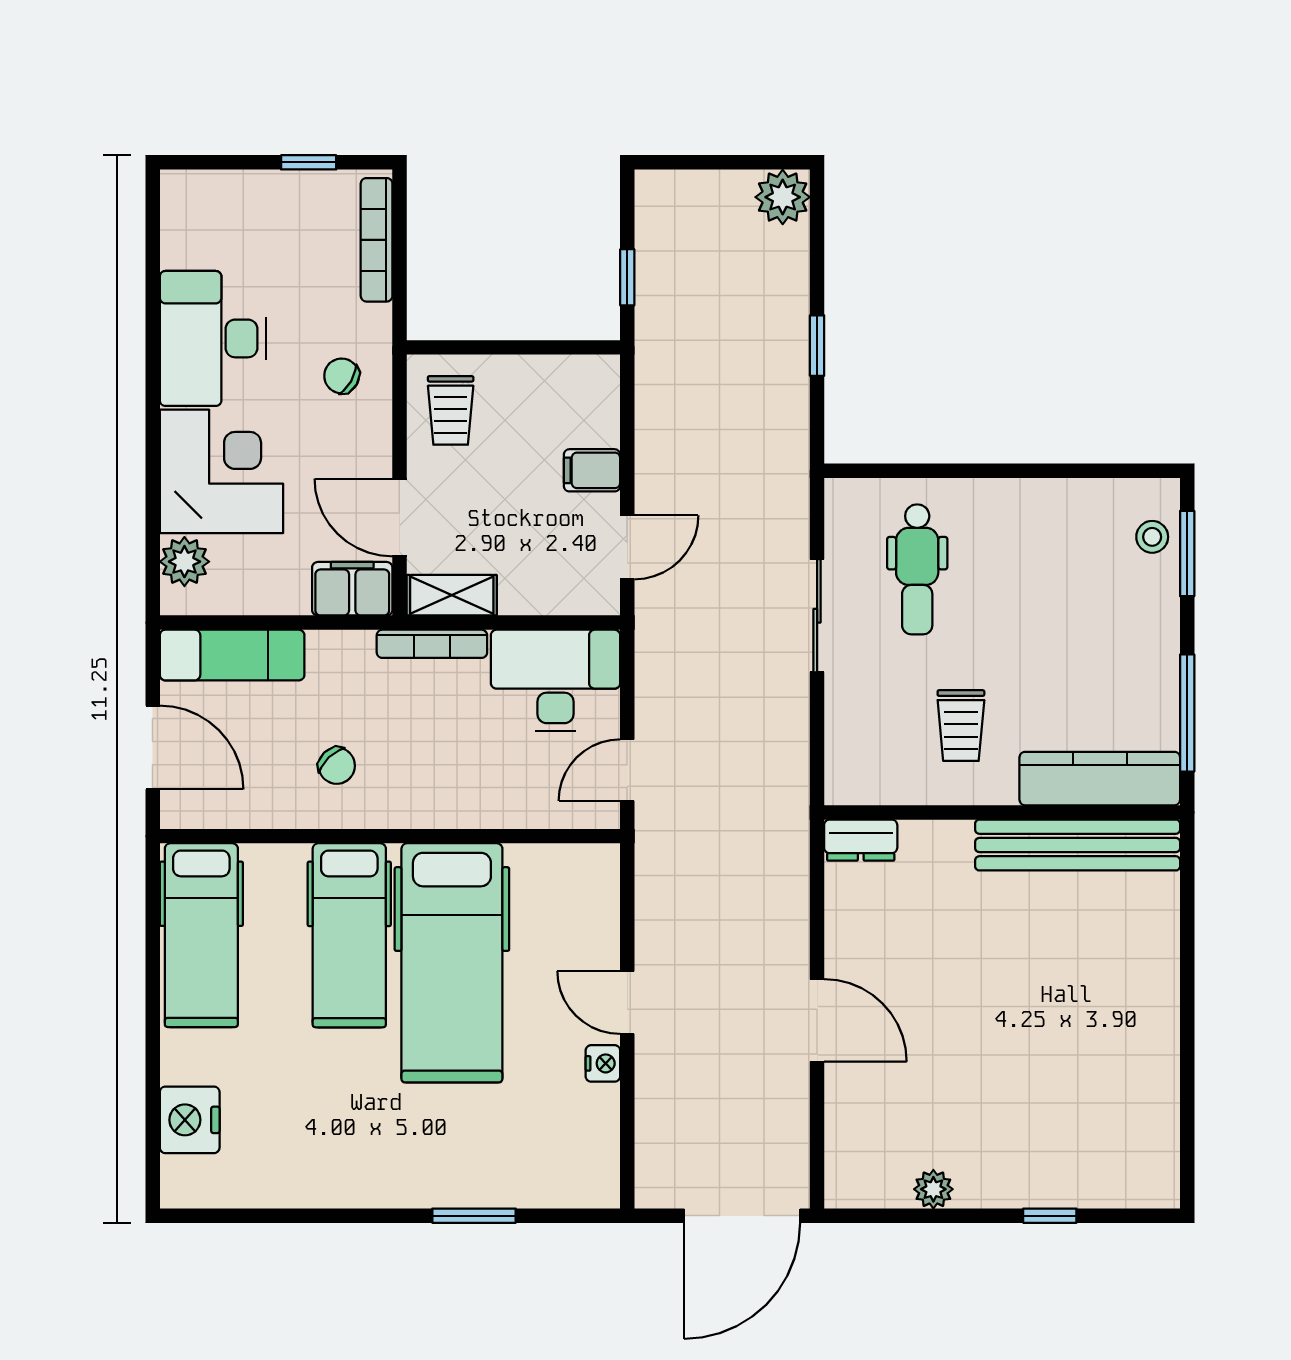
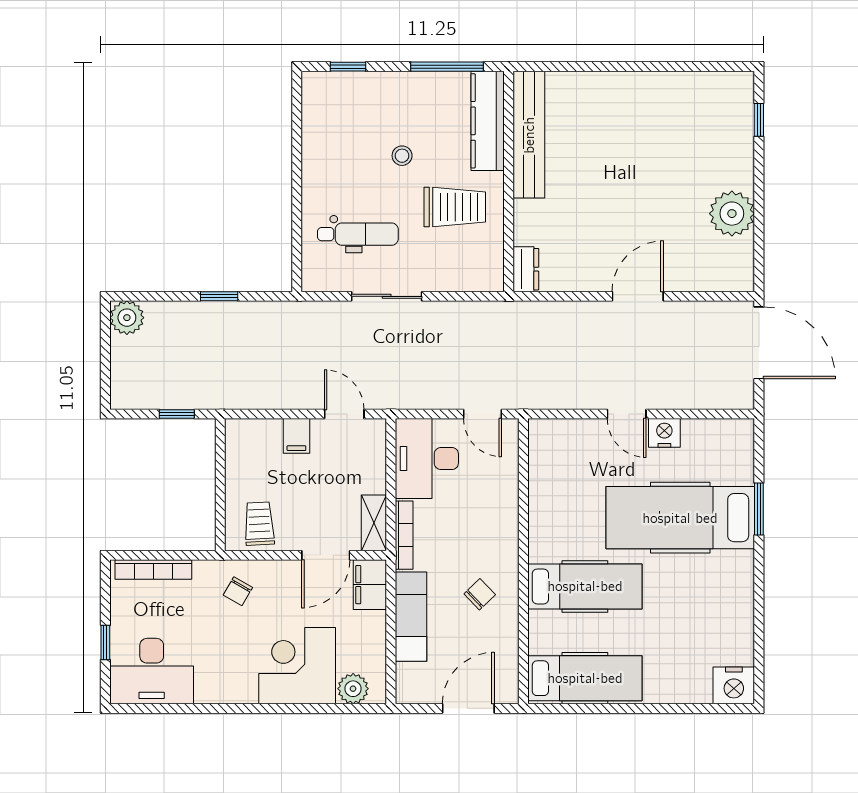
window: (309, 162) -> (105, 643), moved
desk: (213, 338) -> (152, 671), moved
trolley: (451, 410) -> (259, 524), turned -93
stool: (1152, 537) -> (402, 156), moved
window: (1187, 553) -> (348, 67), width x0.67
exam couch: (232, 655) -> (411, 617), moved
trolley: (961, 726) -> (455, 207), width x1.36, depth x1.39
hospital bed: (452, 963) -> (680, 518), moved, turned 180
door: (627, 1003) -> (627, 414), hinge flipped
nightstand: (603, 1063) -> (664, 433), width x1.39, depth x1.35
nightstand: (190, 1120) -> (734, 685), moved
plant: (933, 1189) -> (732, 214), width x1.87, depth x1.87
window: (1050, 1216) -> (759, 120), moved

